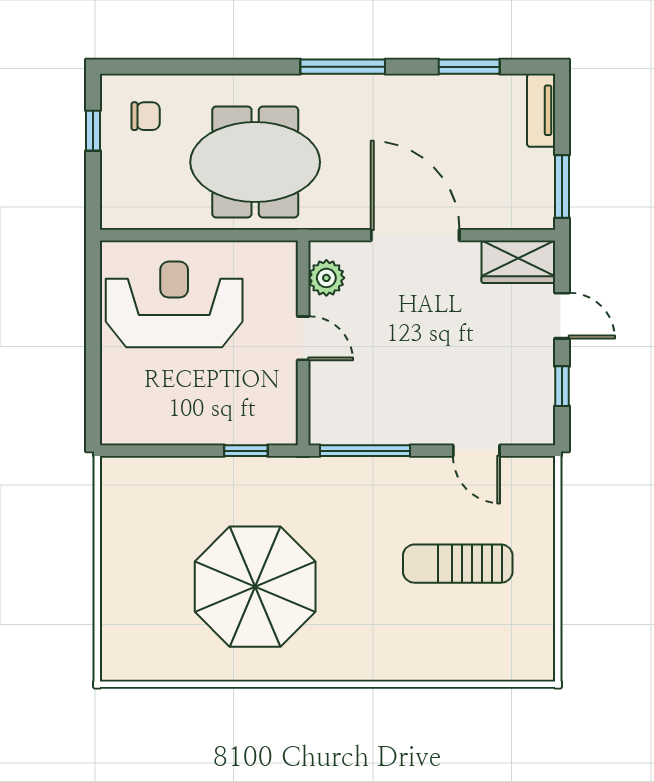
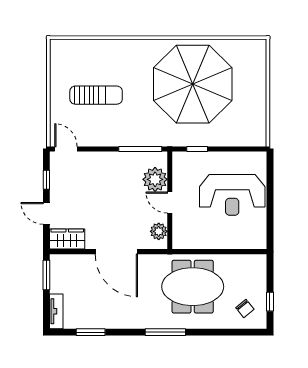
window: (343, 67) -> (165, 332), moved
chair: (146, 116) -> (245, 308), turned -129
reception desk: (174, 304) -> (232, 195), moved
plant: (334, 387) -> (155, 179), added
door: (476, 451) -> (66, 149), moved
parasol: (255, 587) -> (193, 84), width x1.36, depth x1.36

